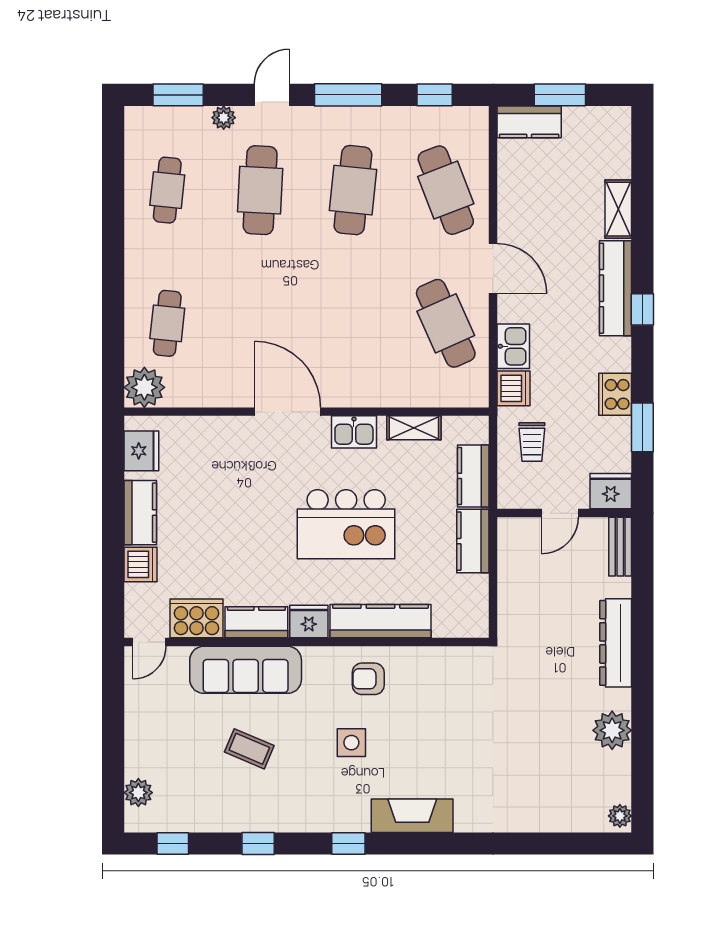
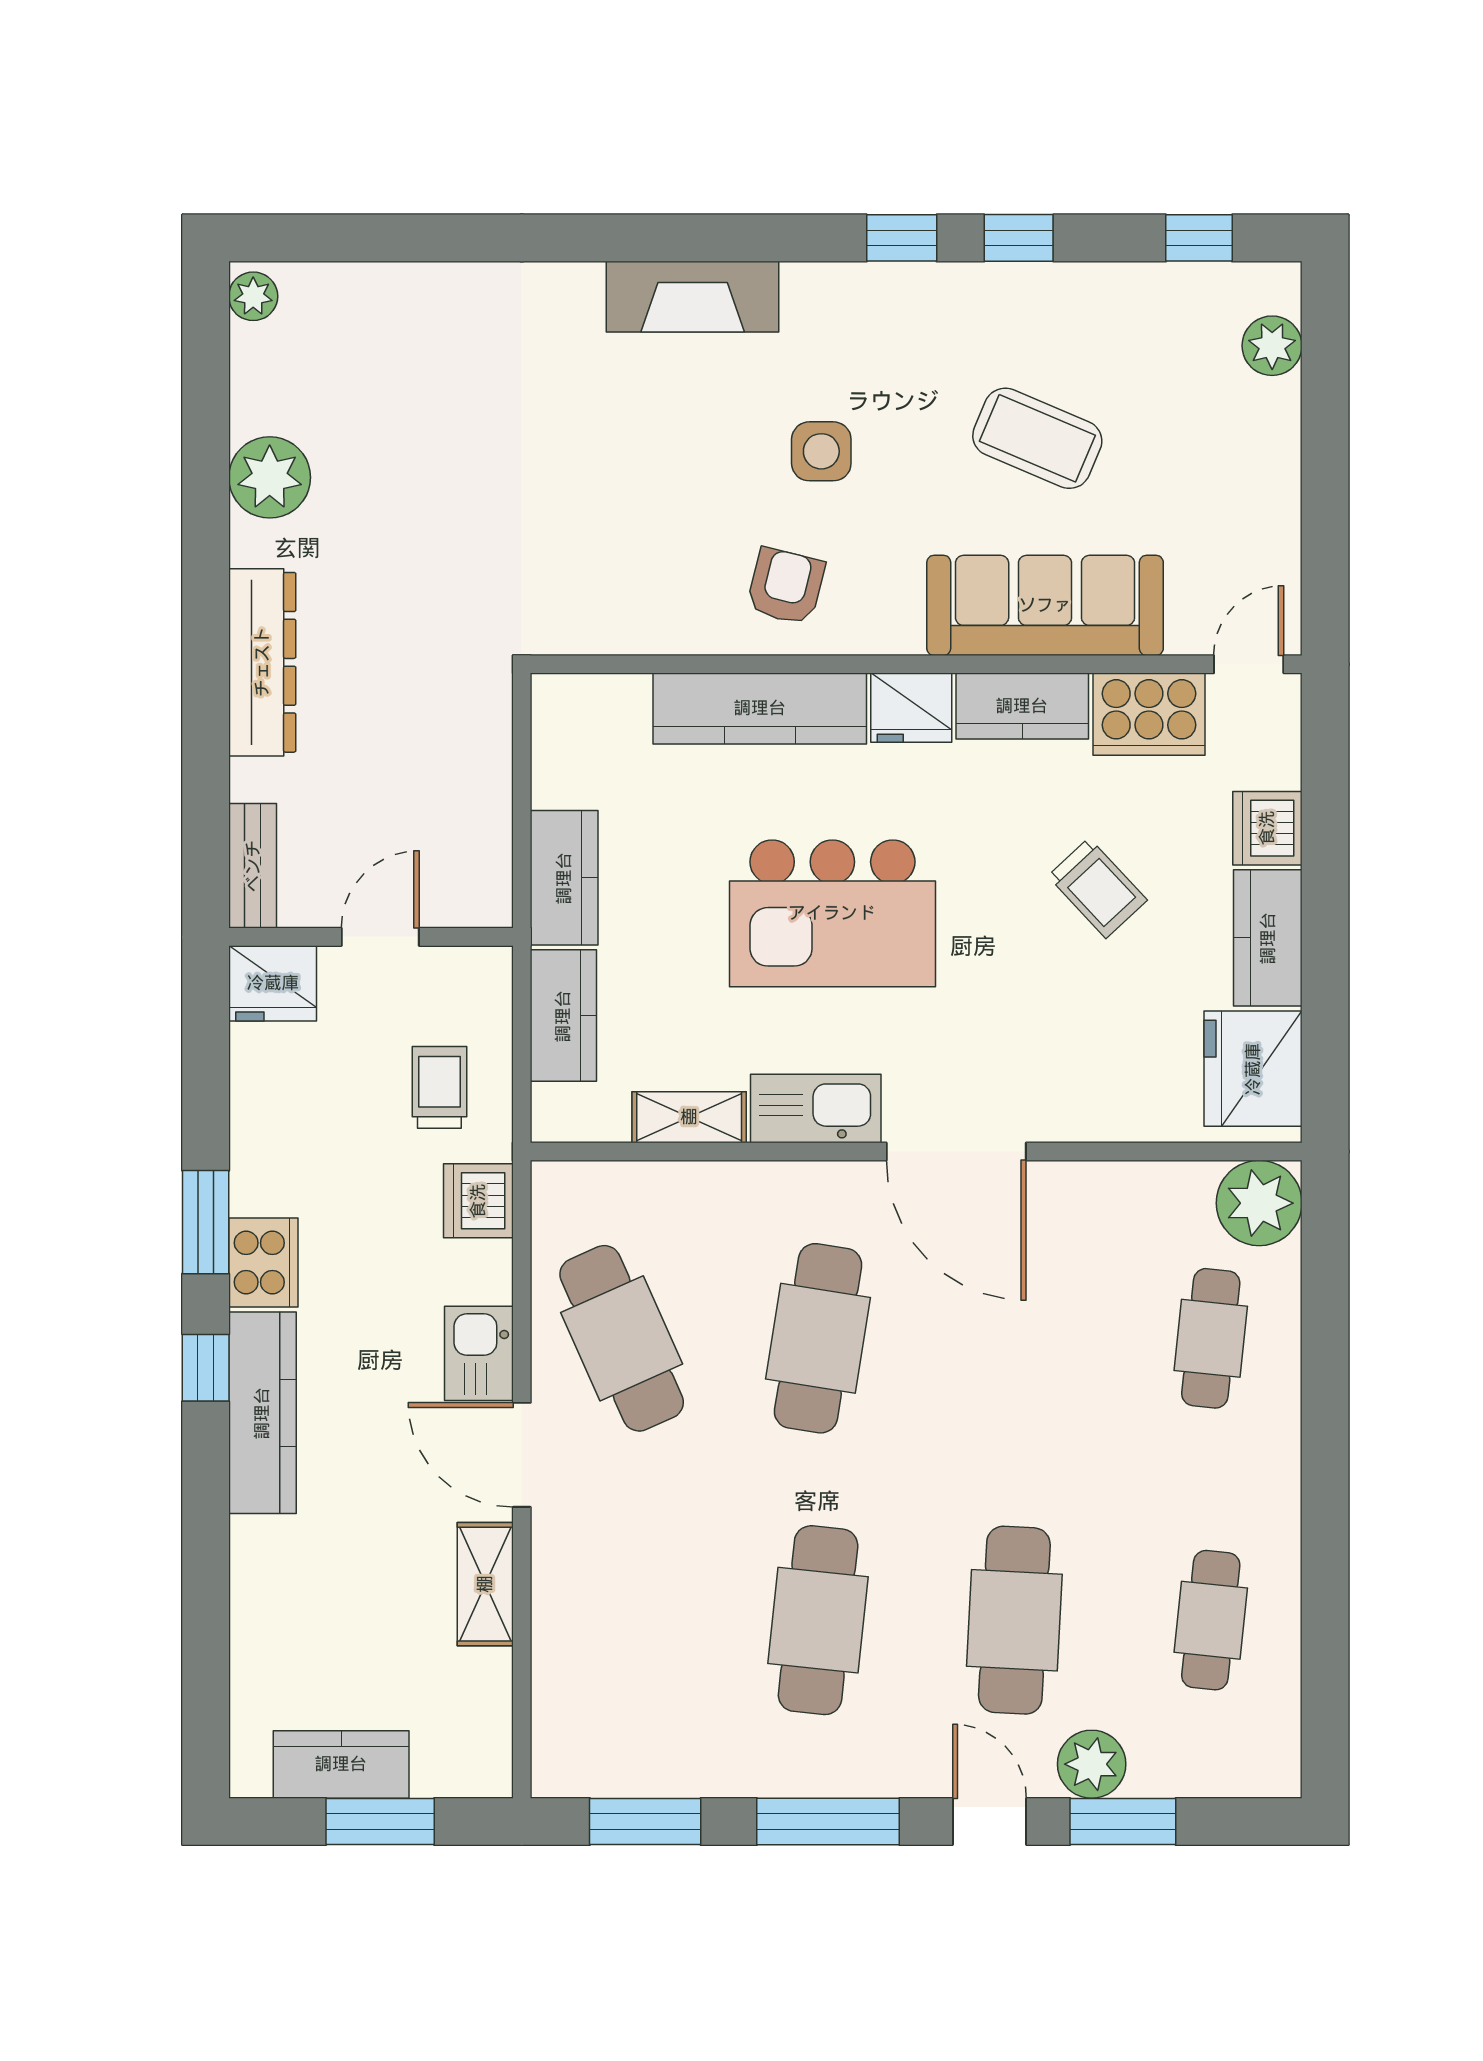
window: (178, 95) -> (1123, 1821), moved
door: (272, 95) -> (990, 1821), swing flipped
window: (435, 95) -> (645, 1821), width x1.50
plant: (224, 118) -> (1092, 1764), width x1.38, depth x1.38
kitchen counter: (529, 122) -> (341, 1764), moved
cafe table: (446, 190) -> (818, 1338), moved, turned 30
shelving: (618, 209) -> (485, 1584), moved
kitchen sink: (513, 346) -> (479, 1353), moved
cooker: (615, 394) -> (263, 1262), moved
window: (642, 427) -> (206, 1222), moved
kitchen sink: (354, 432) -> (816, 1108), width x1.38
fridge: (141, 451) -> (1253, 1069), width x1.36, depth x1.34
kitchen island: (346, 524) -> (832, 913), turned 180
trolley: (221, 536) -> (1097, 888), added
armchair: (368, 679) -> (786, 586), turned -76
coffee table: (249, 749) -> (1037, 438), width x1.36, depth x1.30
window: (348, 843) -> (902, 238), moved

